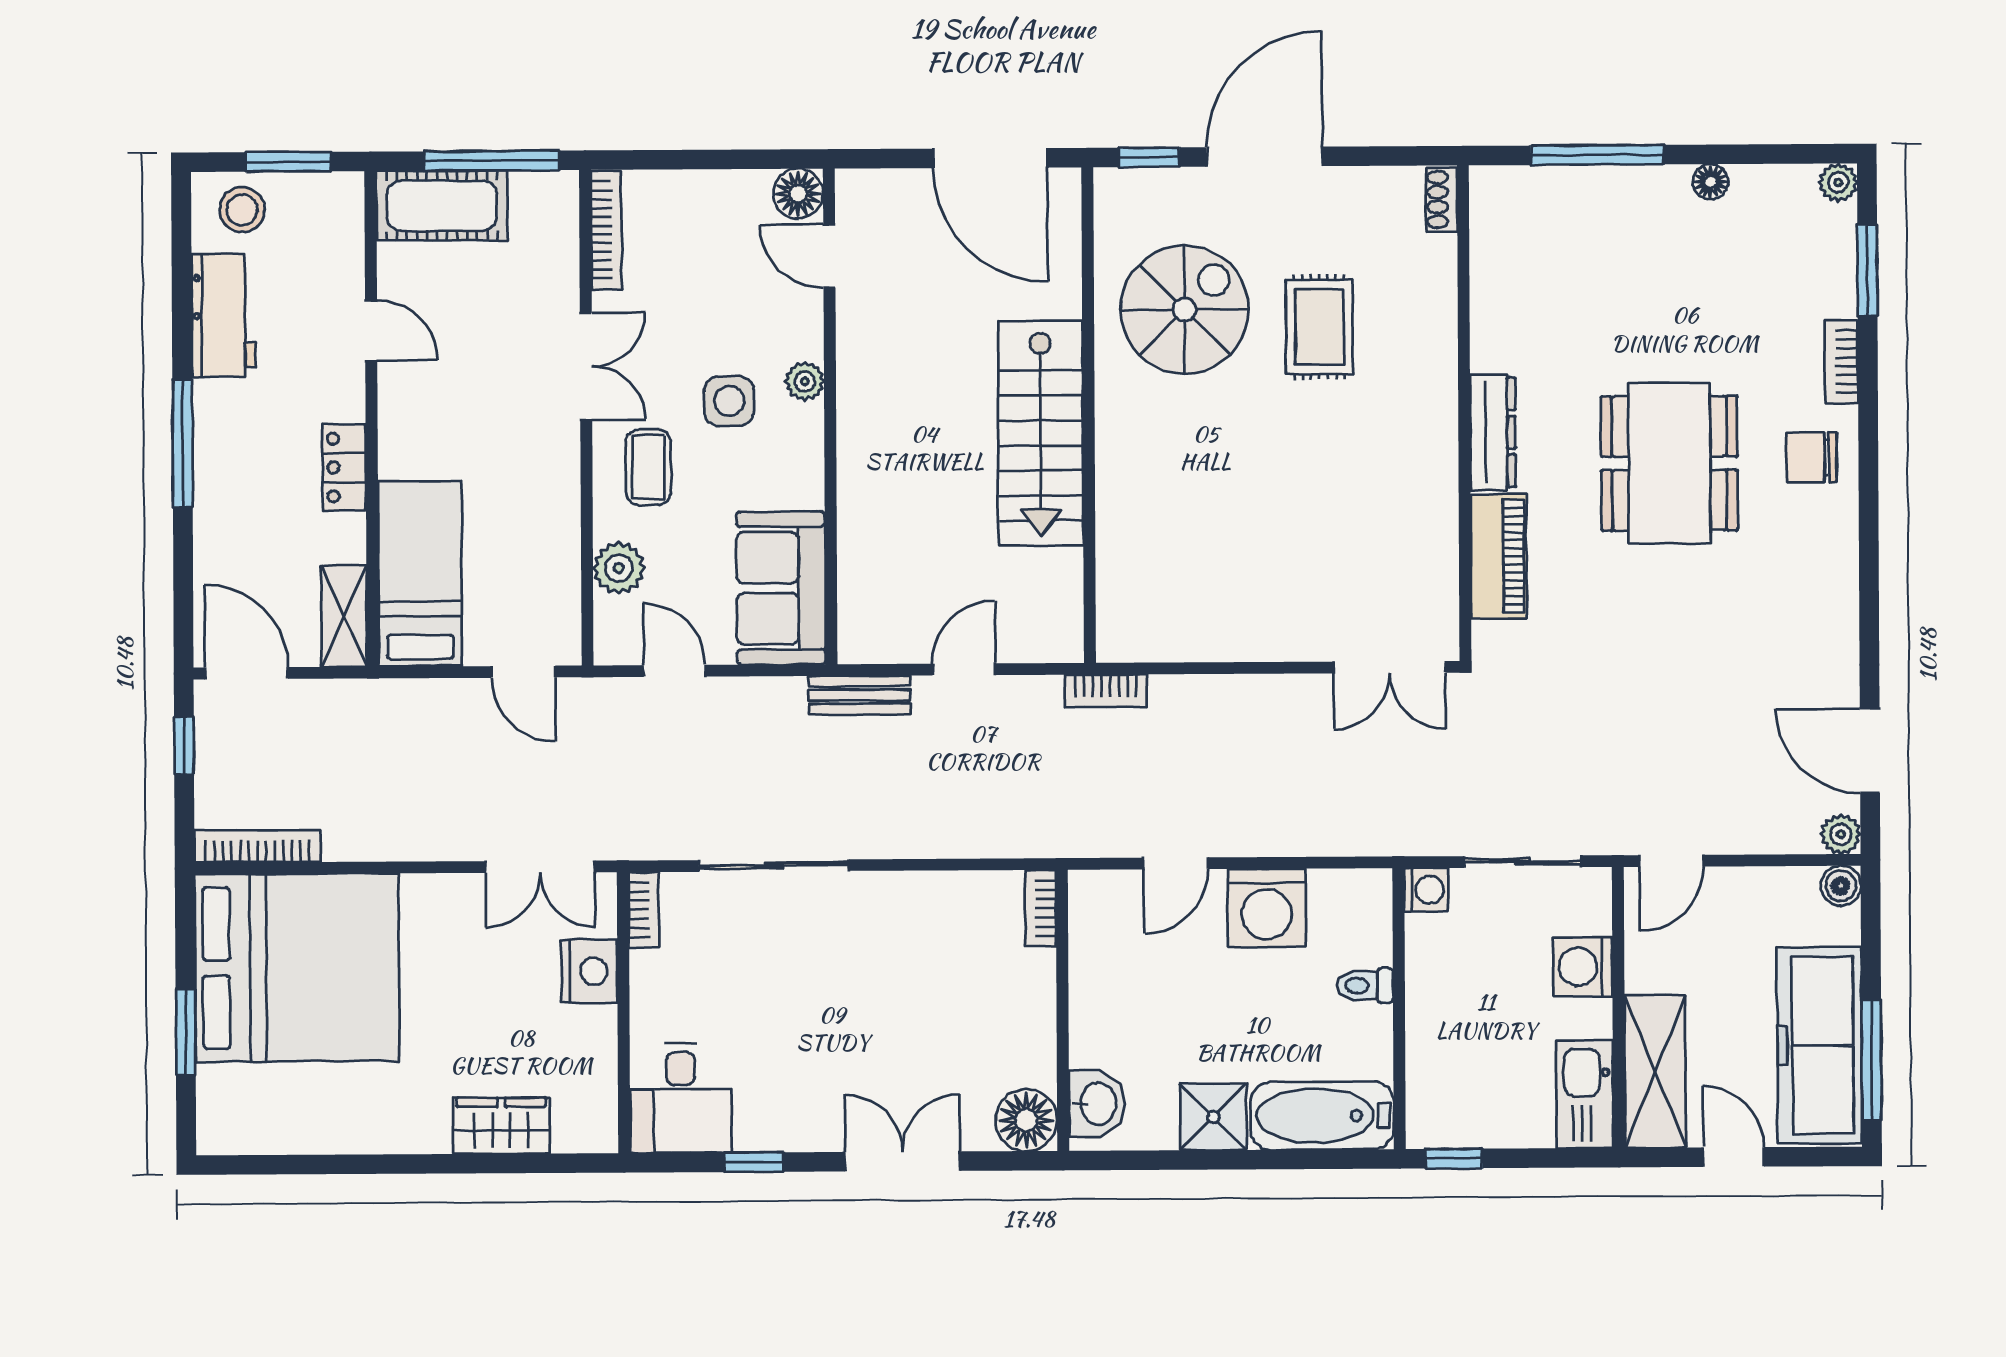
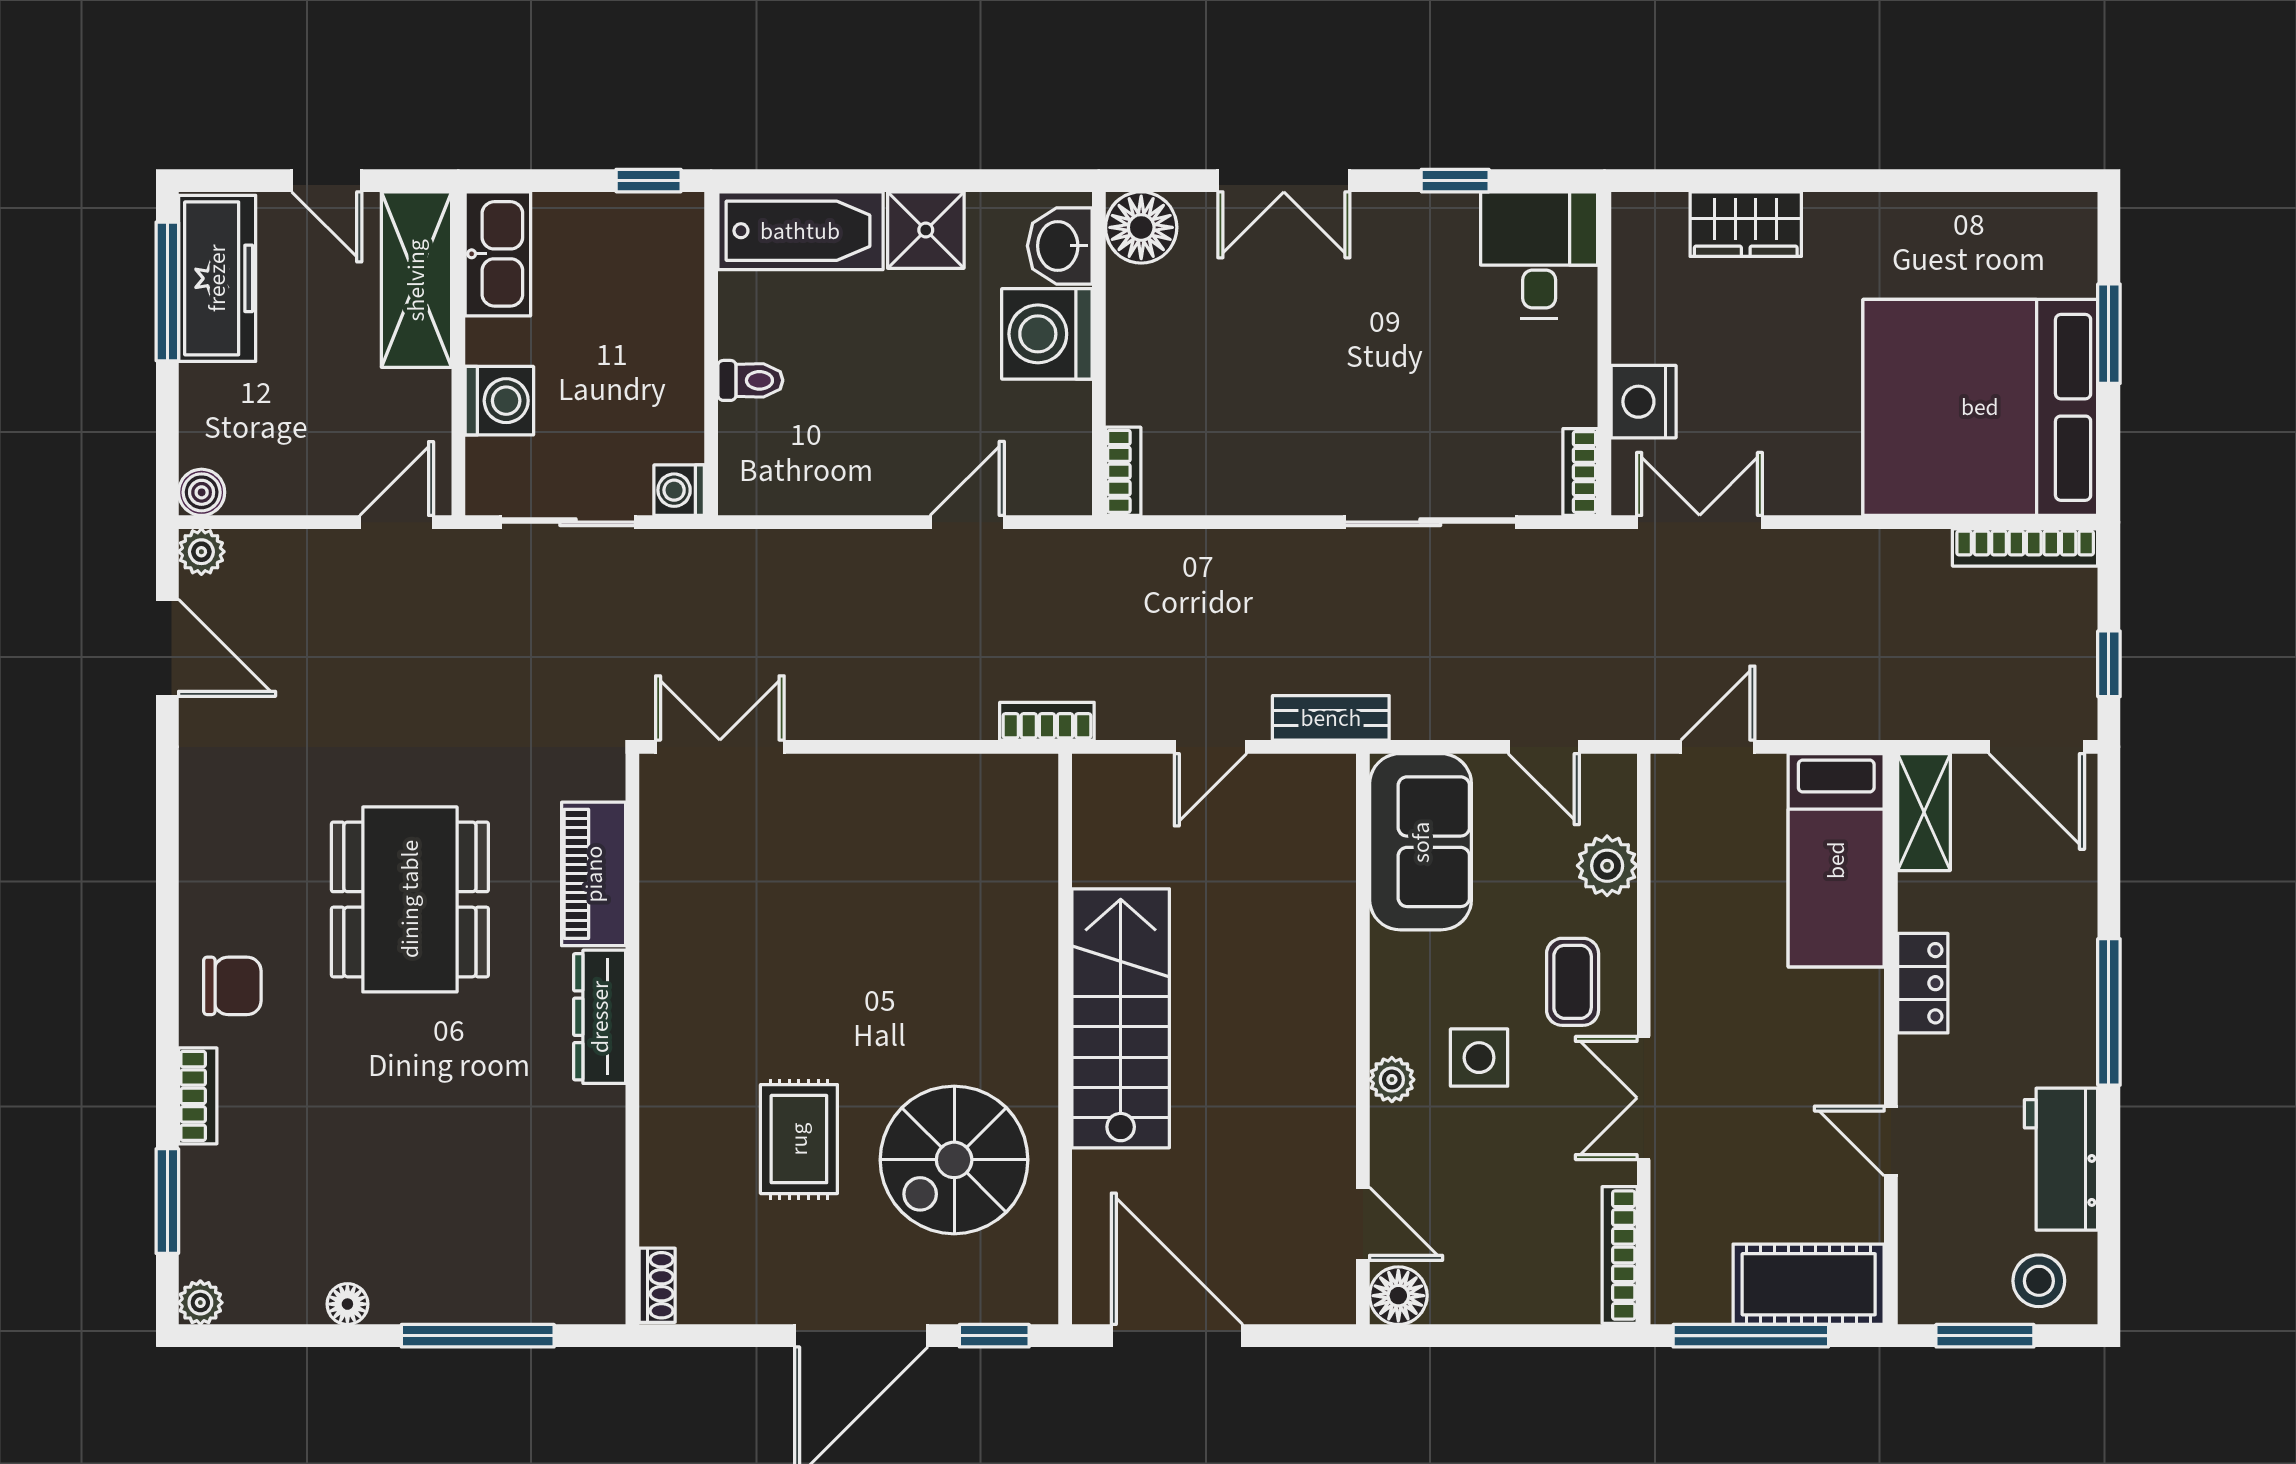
dining table: (1669, 463) -> (410, 899), moved
door: (523, 672) -> (1718, 747), hinge flipped
washing machine: (1267, 908) -> (1047, 334), moved, turned -90
freezer: (1819, 1045) -> (217, 278), width x0.73, depth x0.79

